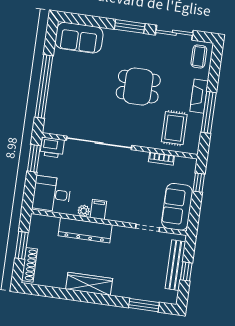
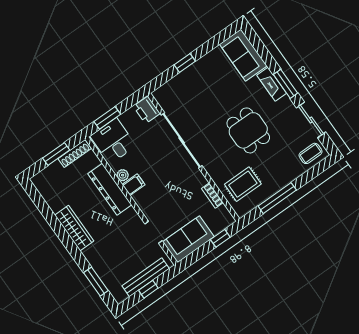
window: (44, 86) -> (185, 63), width x0.32
fireplace: (199, 96) -> (272, 84), moved, turned -90
window: (34, 158) -> (107, 118), moved
shoe rack: (29, 265) -> (75, 154), moved

